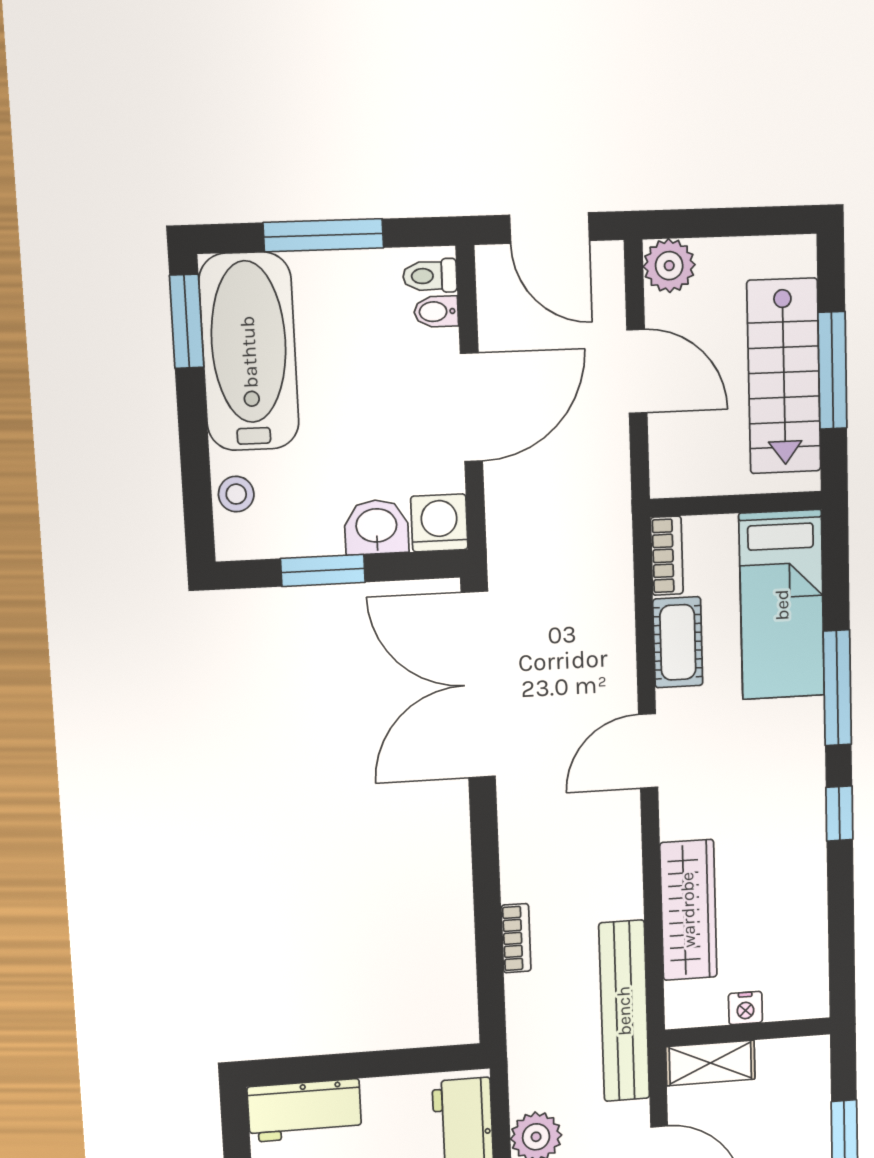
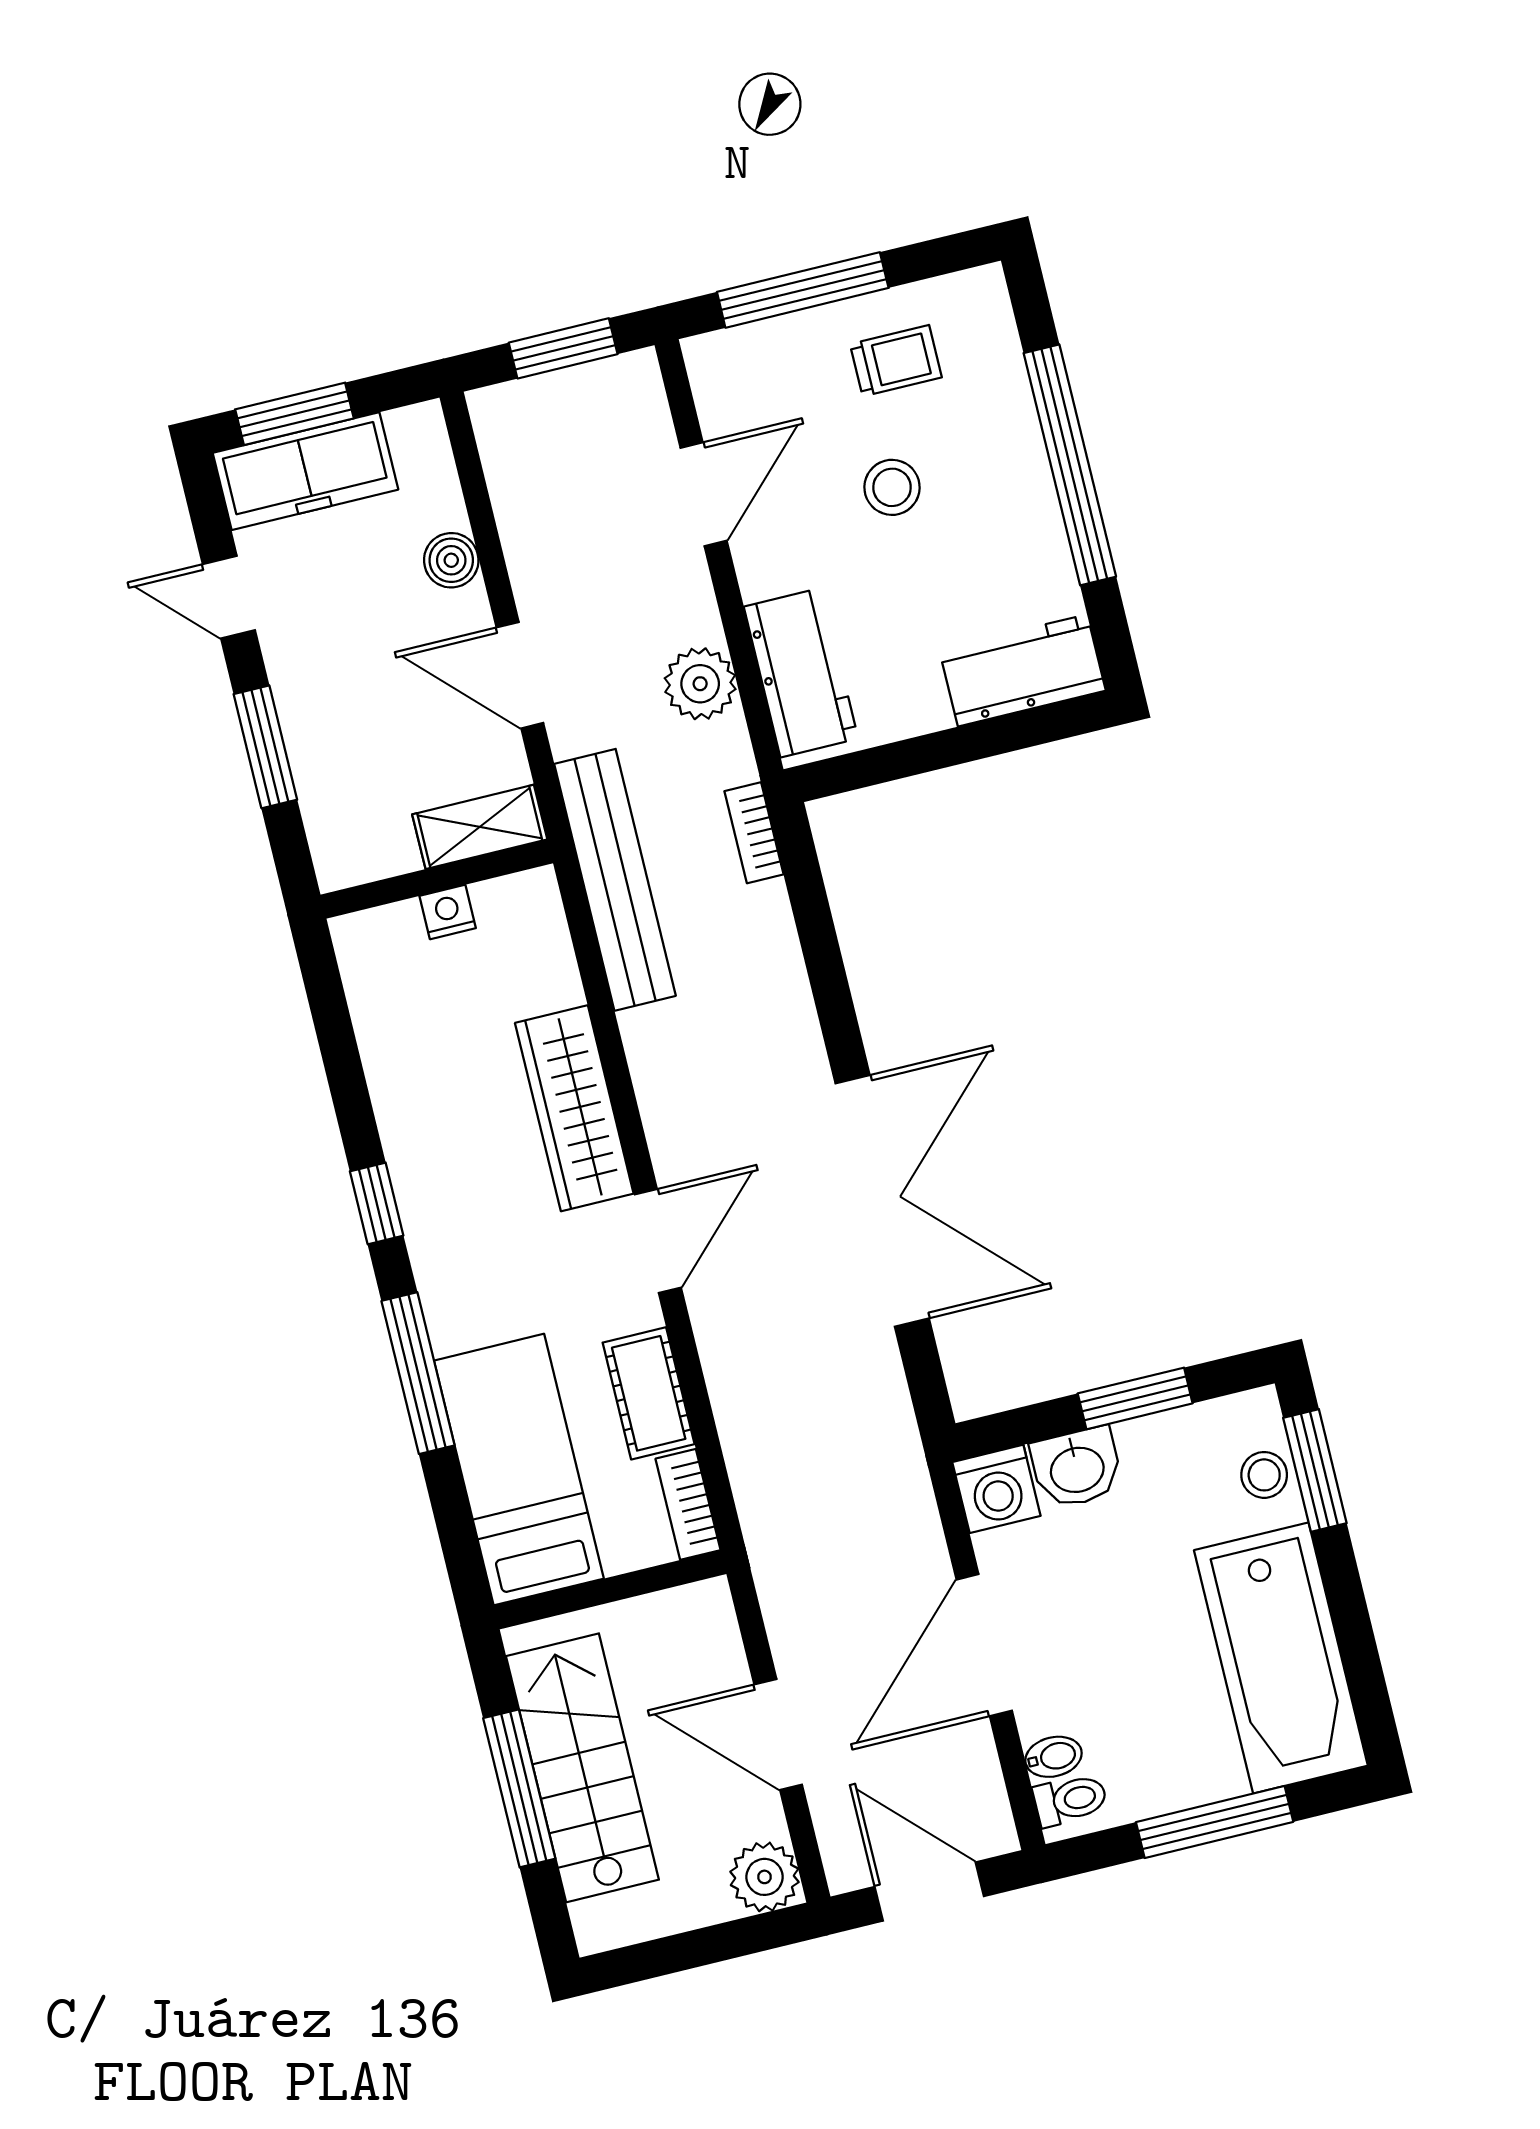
window: (187, 321) -> (1315, 1470), moved
double door: (478, 685) -> (882, 1201), moved
wardrobe: (688, 910) -> (574, 1108), moved
bookcase: (516, 938) -> (754, 833), moved

